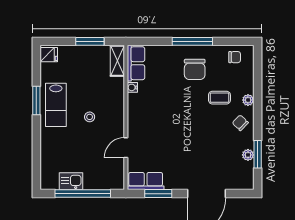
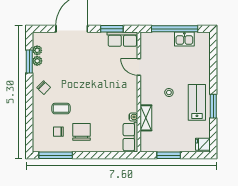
window: (192, 41) -> (56, 155), moved
chair: (235, 57) -> (58, 132), moved
shelving: (117, 61) -> (146, 118), moved
plant: (248, 100) -> (37, 50), moved
door: (126, 148) -> (139, 67), swing flipped

